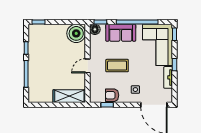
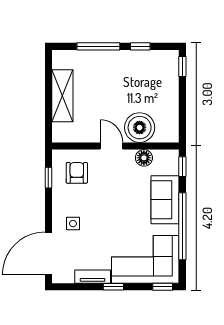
floor lamp: (95, 29) -> (144, 158), moved
boiler: (76, 33) -> (140, 128), moved
coffee table: (117, 66) -> (112, 194), removed
armchair: (112, 95) -> (77, 173), moved
shelving: (69, 96) -> (62, 96), moved

